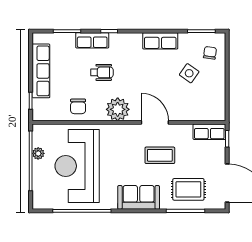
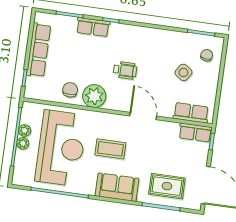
row of seats: (160, 41) -> (191, 113), moved, turned 180
wheelchair: (102, 72) -> (125, 70), moved
chair: (78, 106) -> (70, 90), turned 180
plant: (118, 109) -> (94, 96), moved
coffee table: (160, 155) -> (110, 149), moved
reception desk: (77, 166) -> (61, 148), turned 180
plant: (38, 167) -> (23, 143), added

